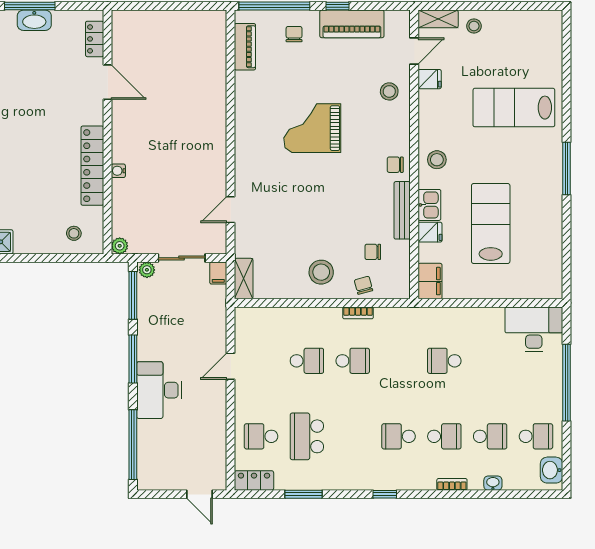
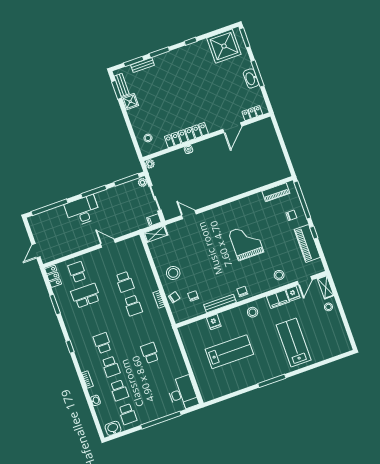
door: (414, 51) -> (305, 281), hinge flipped
kitchen sink: (429, 205) -> (228, 317), removed
filing cabinet: (430, 281) -> (278, 299), moved

